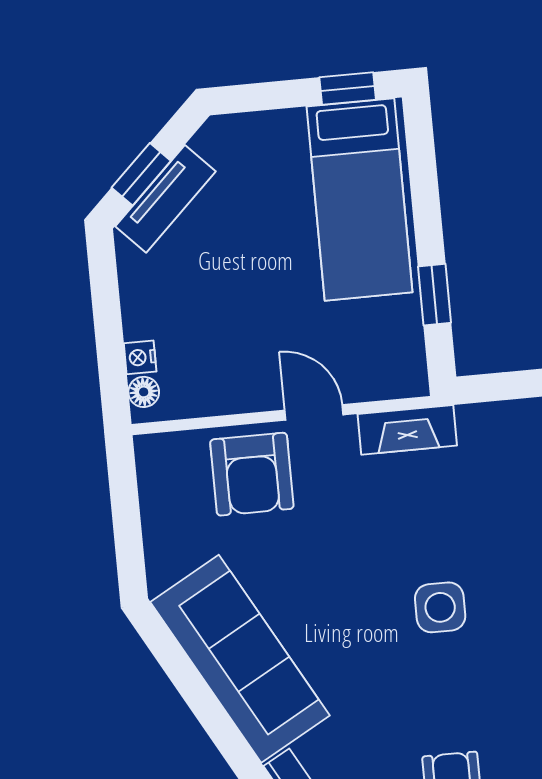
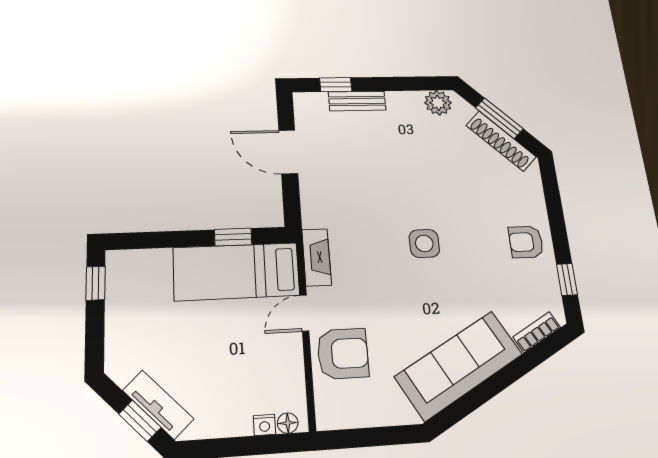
bed: (360, 199) -> (236, 271), moved, turned 180

